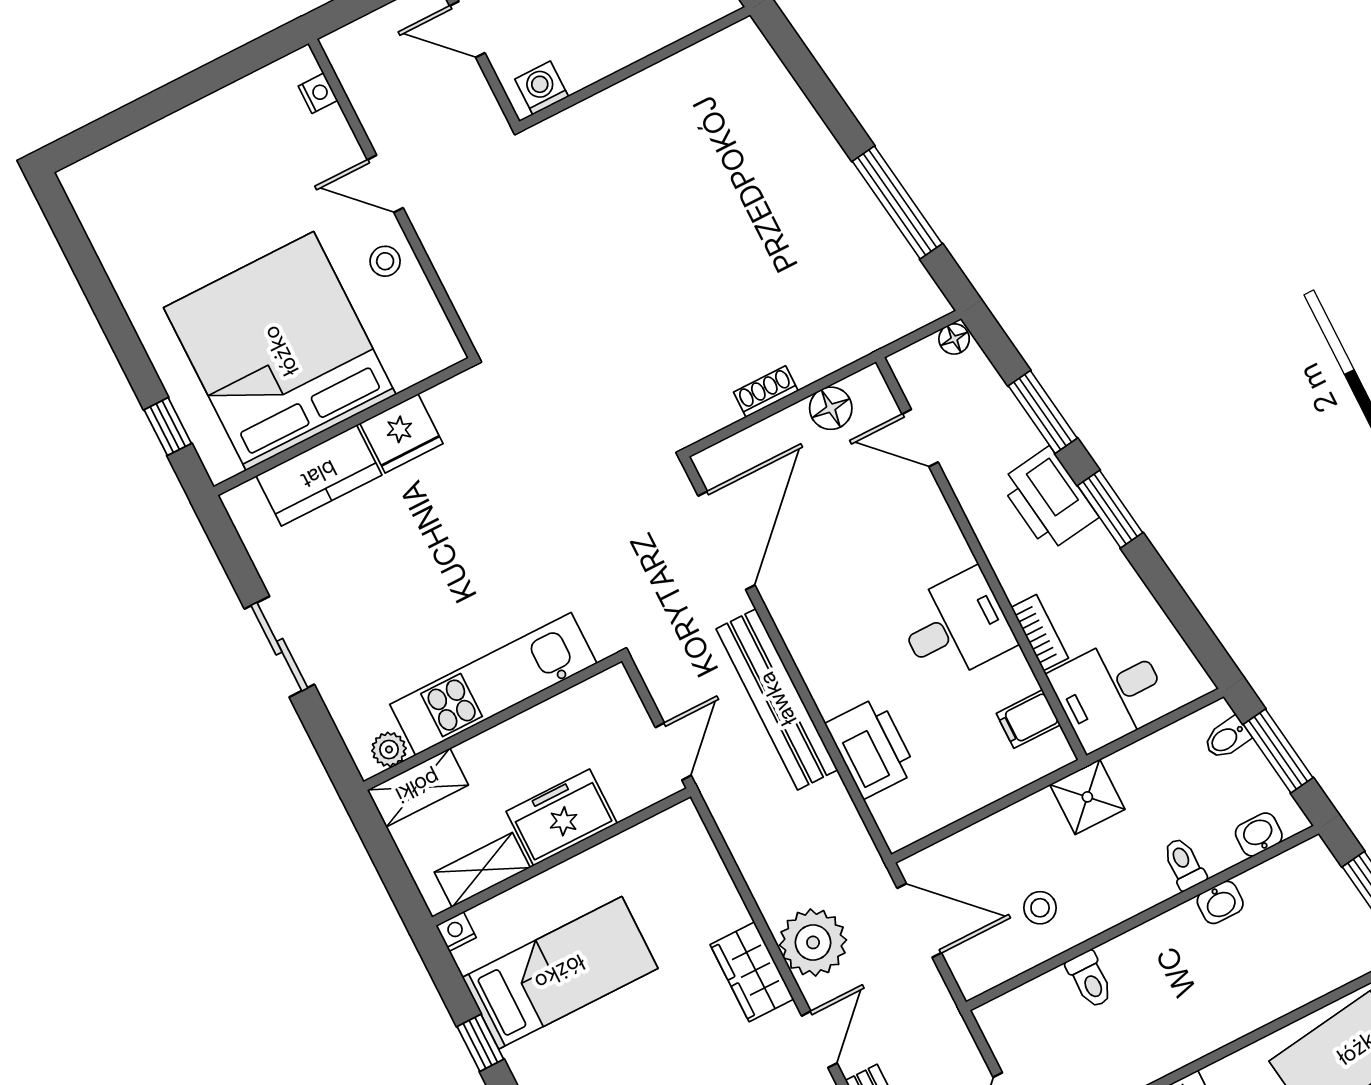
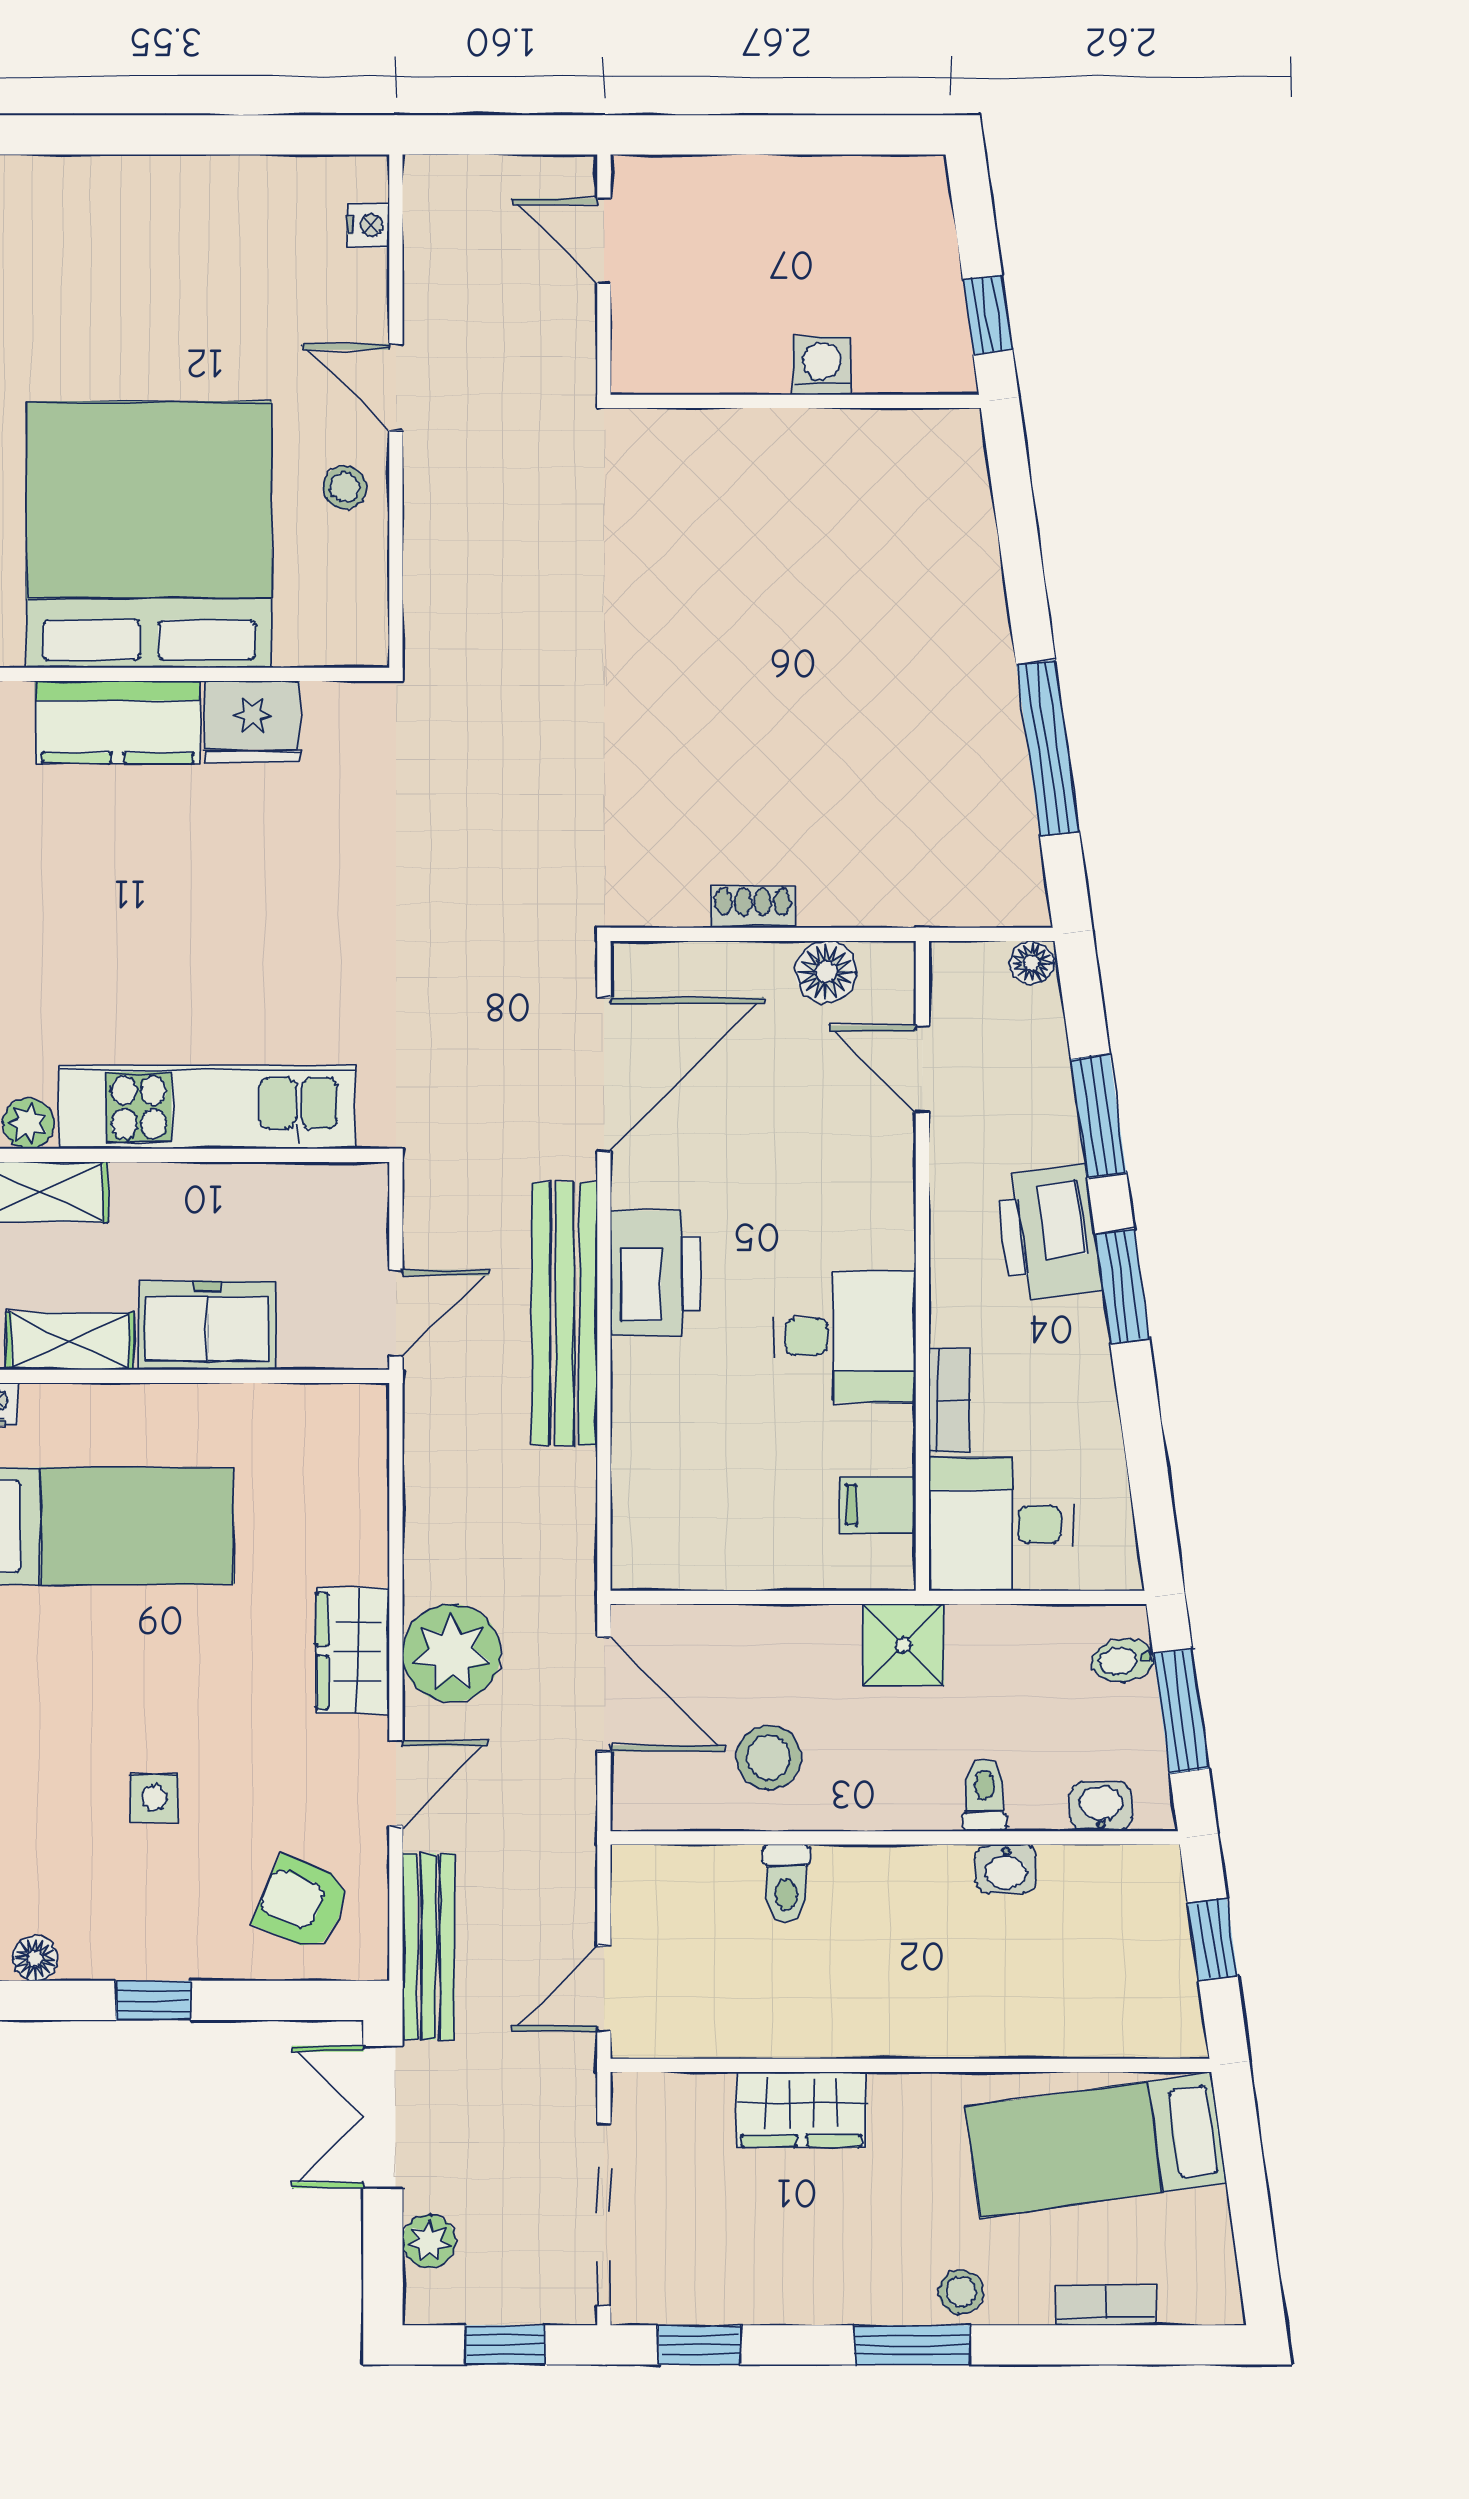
washing machine: (542, 88) -> (822, 366), moved
printer: (871, 748) -> (655, 1273), moved
stool: (1040, 908) -> (769, 1757), width x1.37, depth x1.37

